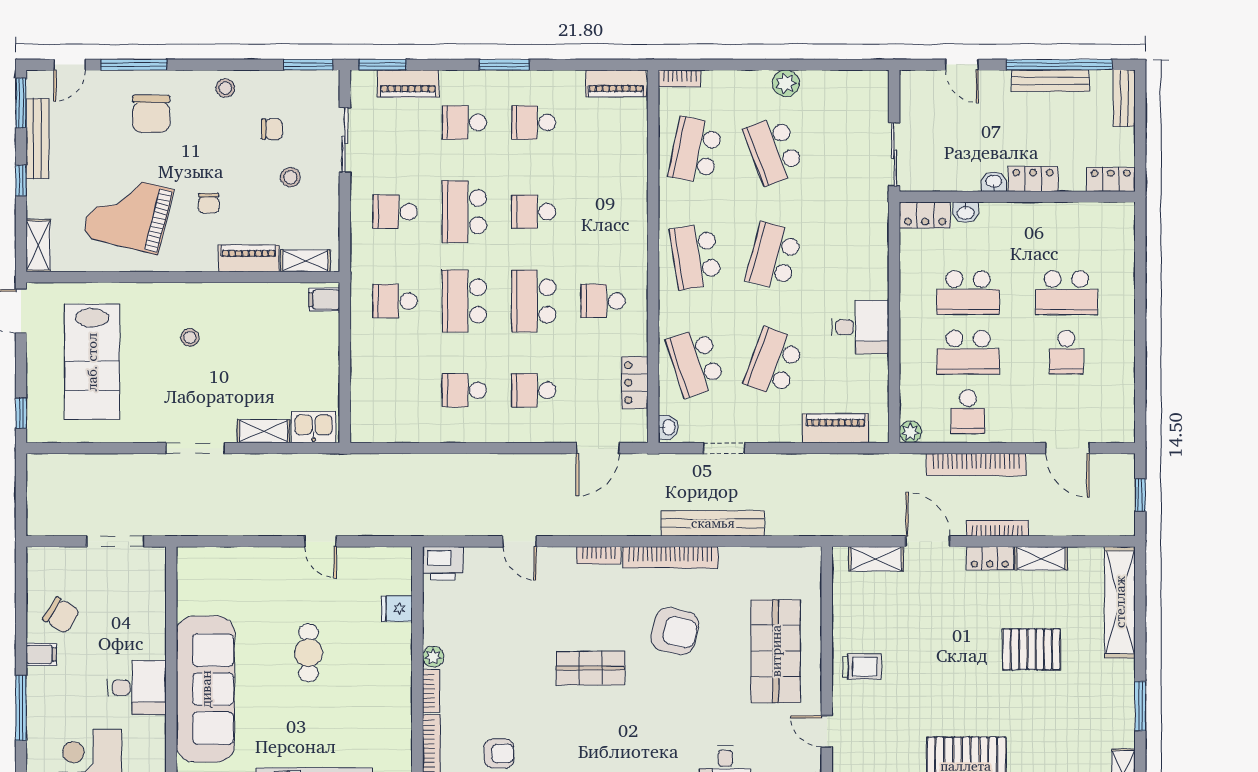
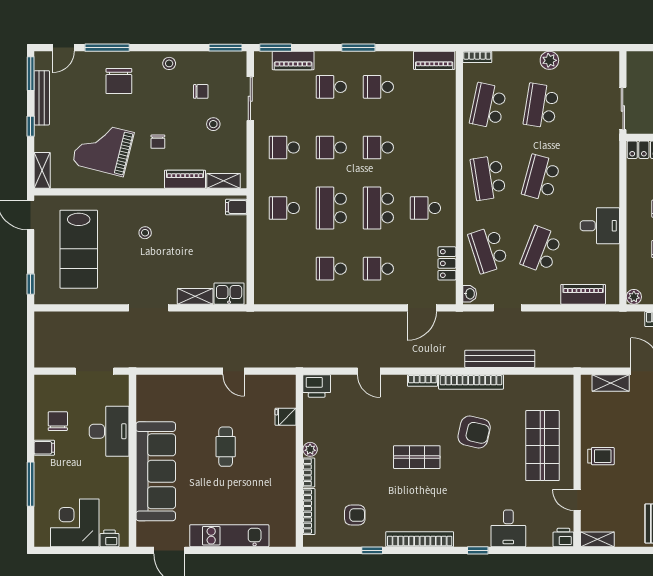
school desk: (774, 150) -> (541, 106), turned 30
school desk: (464, 212) -> (331, 147), width x0.54
chair: (61, 615) -> (58, 421), turned -122
desk: (137, 688) -> (109, 431), moved, width x1.37

